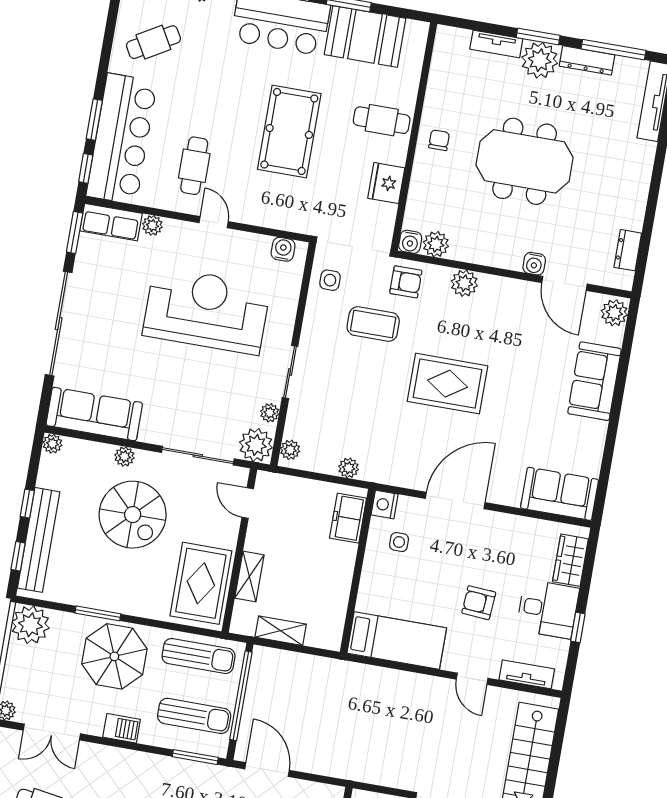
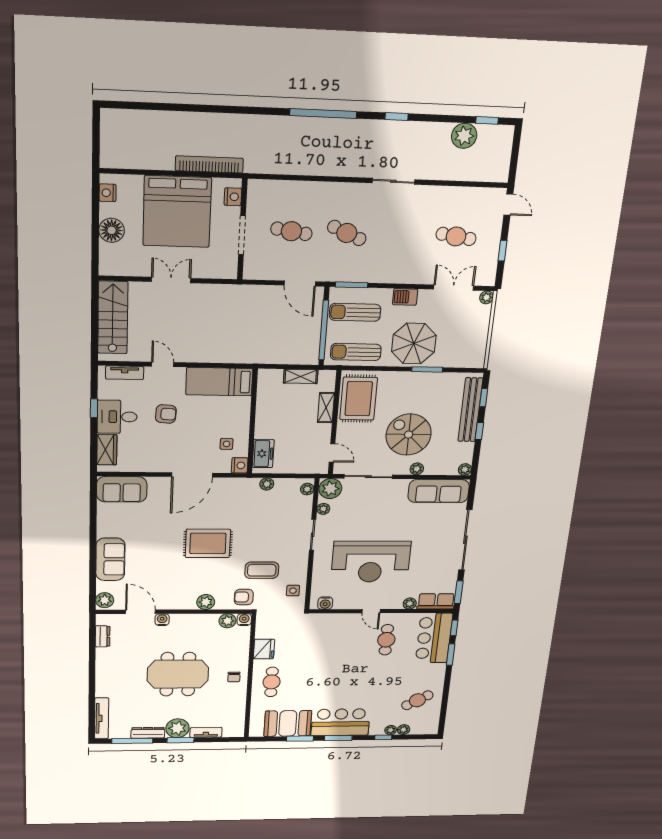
cafe table: (382, 120) -> (272, 682), turned 90
pool table: (289, 131) -> (329, 667), removed
bar counter: (122, 139) -> (434, 638), width x0.73
plant: (30, 625) -> (473, 356), removed

